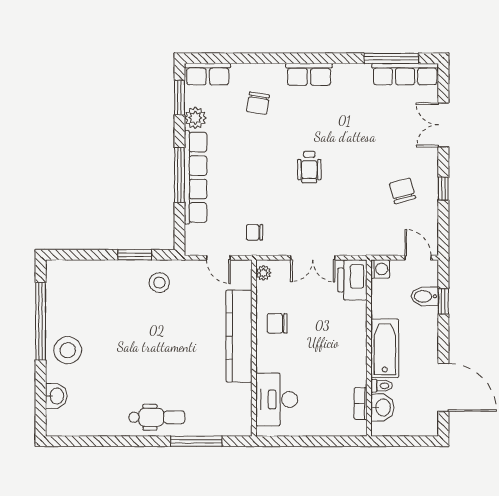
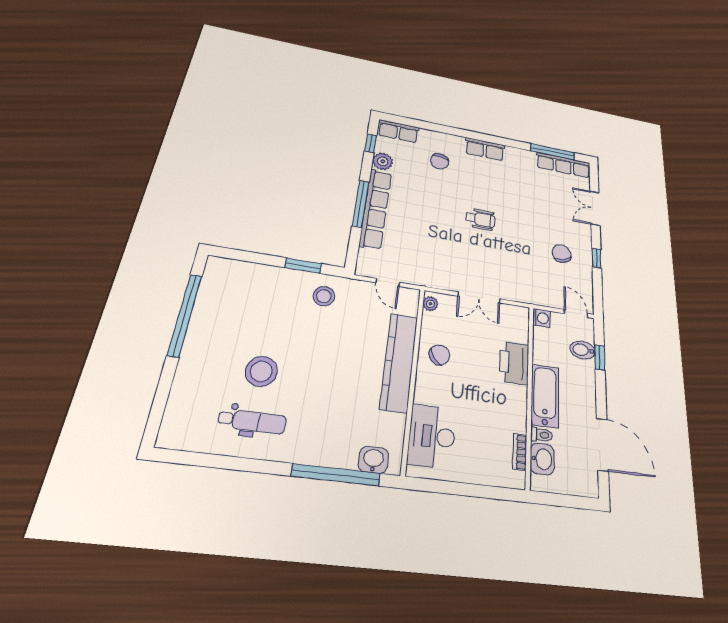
window: (179, 98) -> (371, 143), width x0.67
wheelchair: (309, 167) -> (481, 219), turned -89
chair: (255, 232) -> (426, 265), removed
printer: (352, 280) -> (514, 363), moved
chair: (277, 323) -> (439, 355), turned 143
stool: (68, 350) -> (261, 371), moved
washbasin: (56, 396) -> (373, 460), moved, turned -90
dental chair: (157, 417) -> (252, 421), moved
window: (196, 441) -> (336, 475), width x1.46

